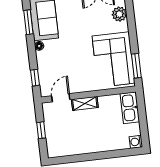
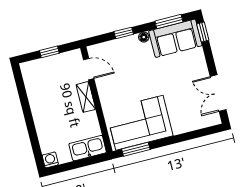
plant: (119, 14) -> (191, 123), removed
window: (35, 78) -> (124, 33), moved

